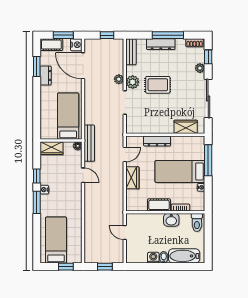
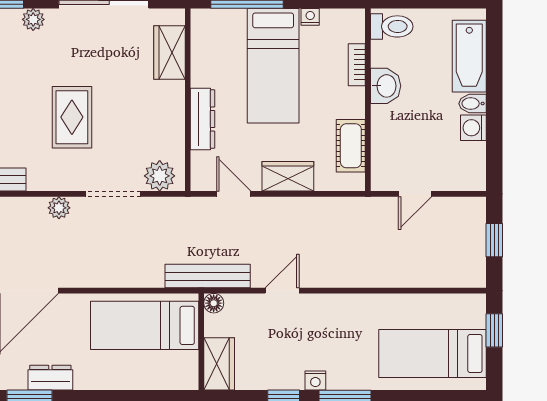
plant: (133, 82) -> (160, 176), moved
cot: (159, 205) -> (351, 146), moved

